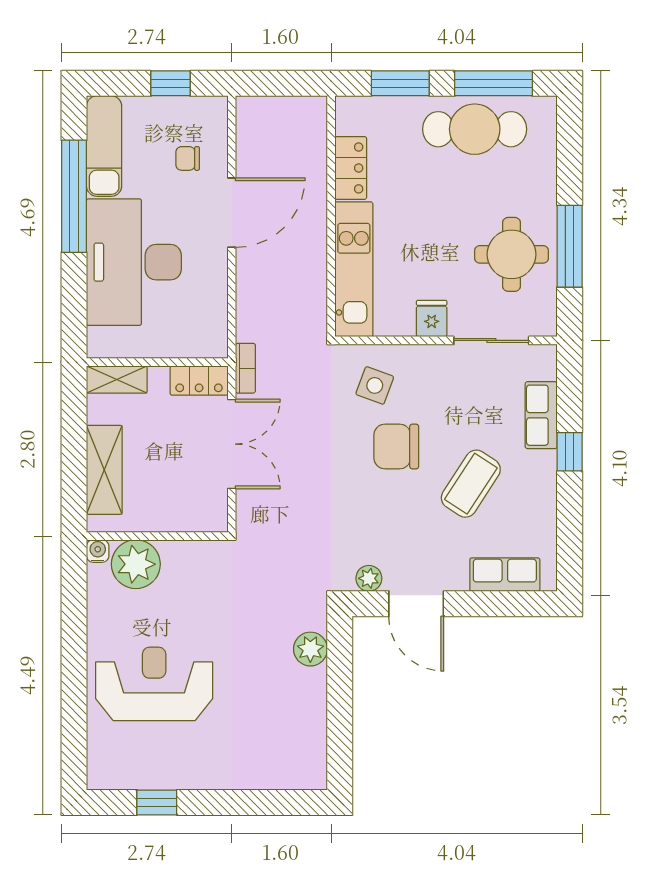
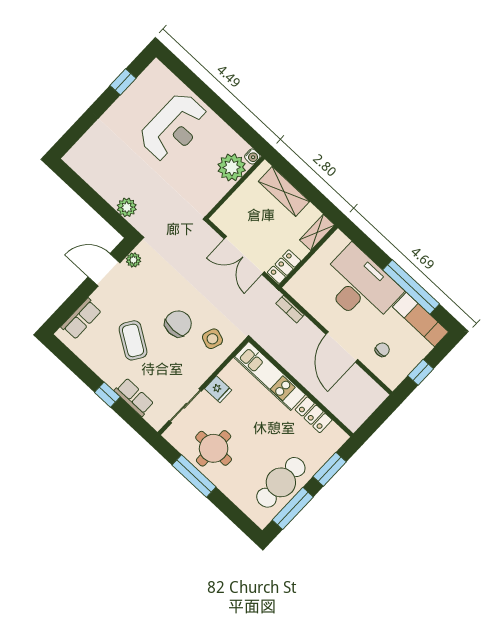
bookcase: (245, 368) -> (290, 309), moved

